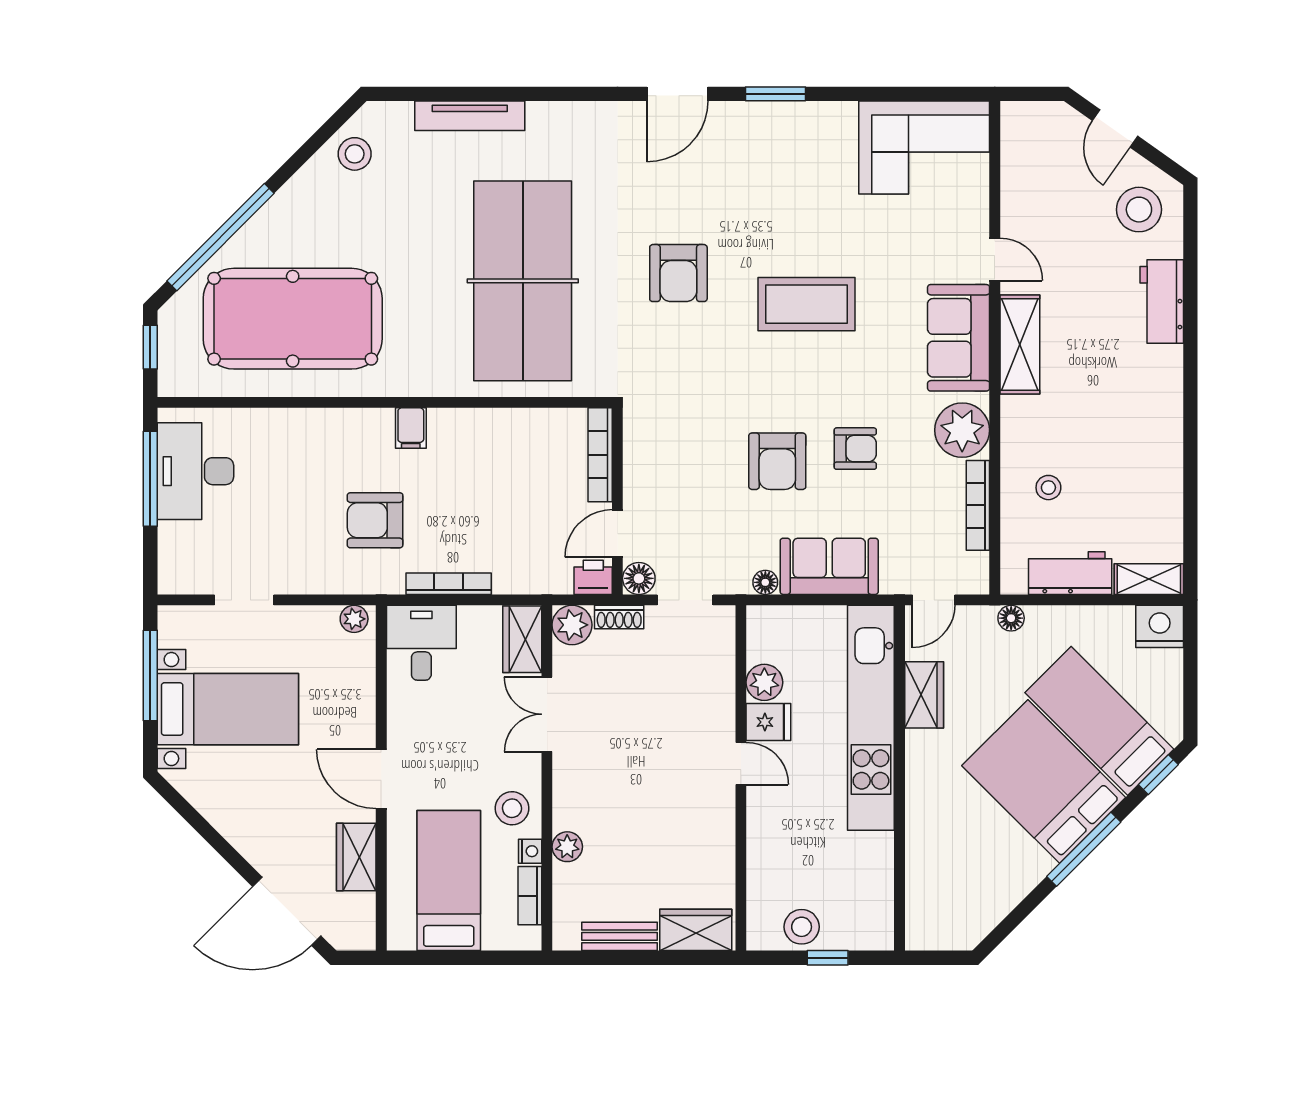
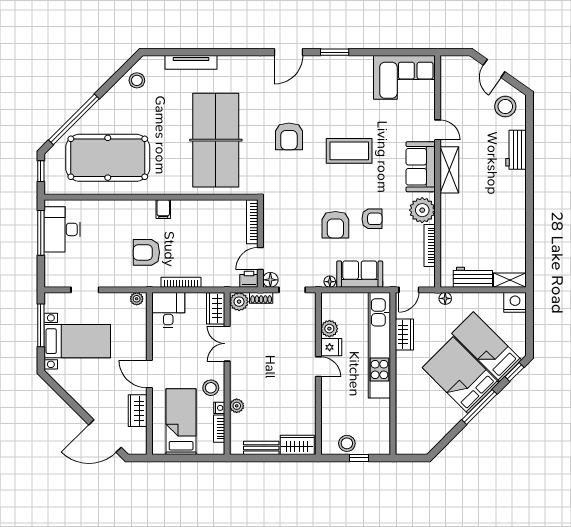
stool: (1048, 488) -> (463, 237), removed

